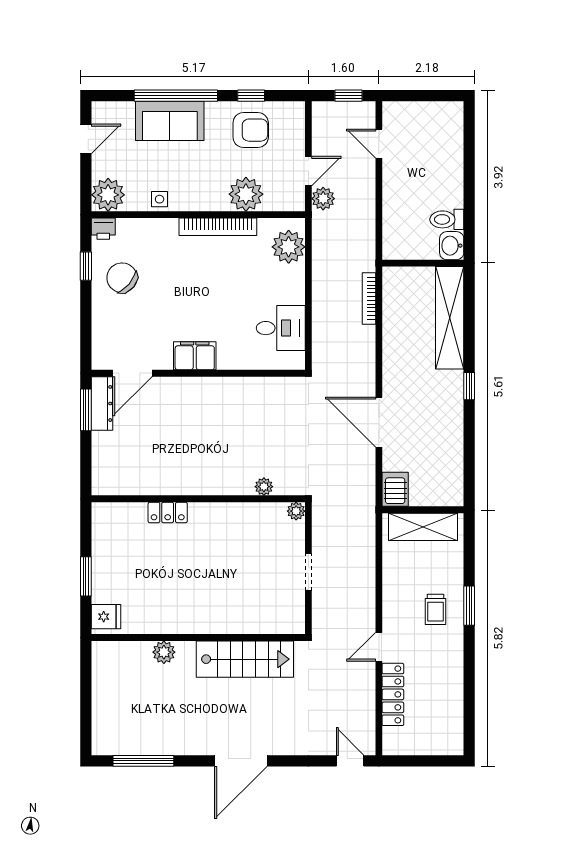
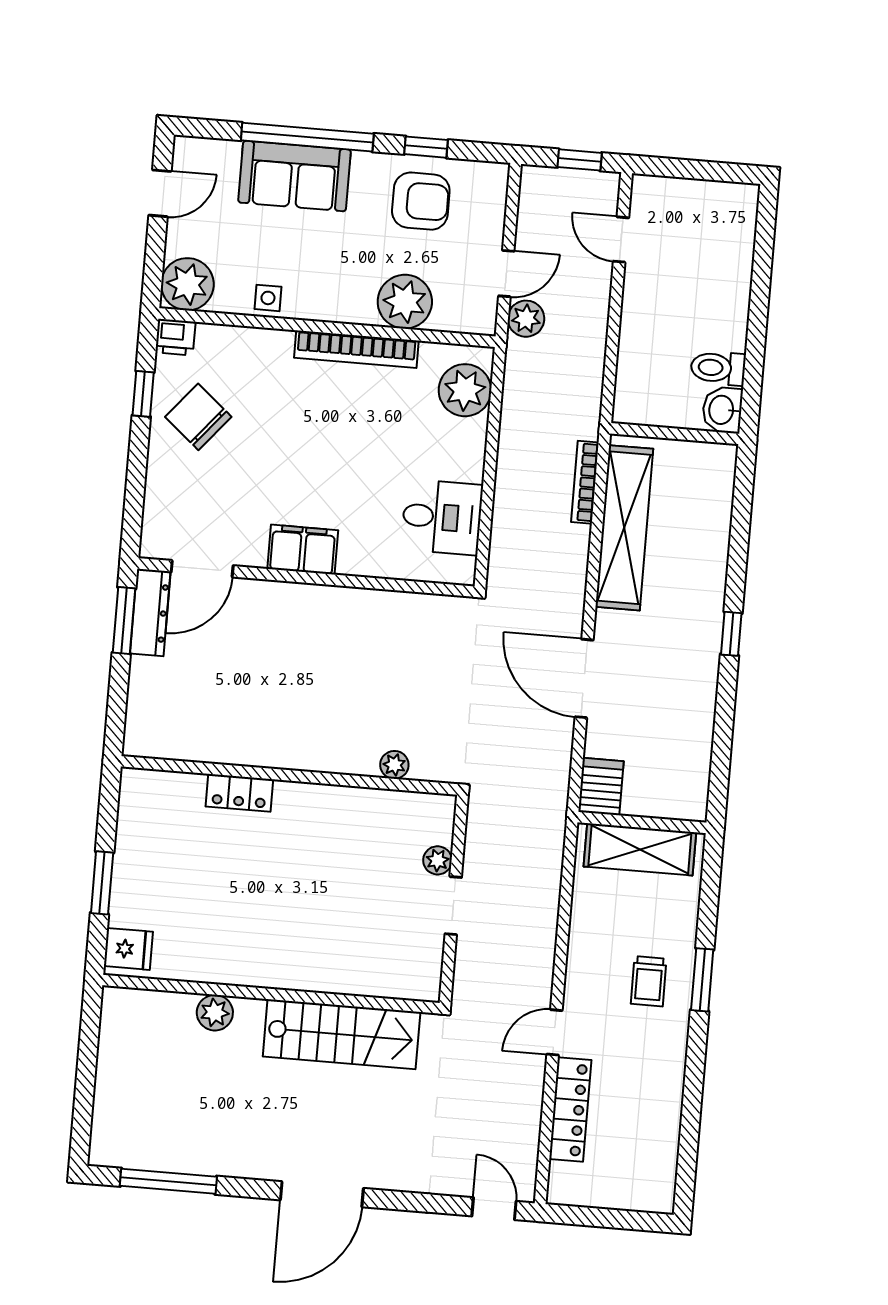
shelving: (450, 318) -> (624, 528), moved
plant: (296, 511) -> (438, 860), moved

